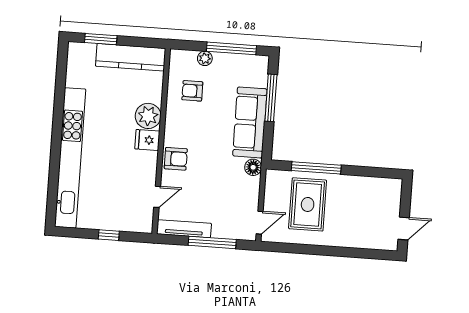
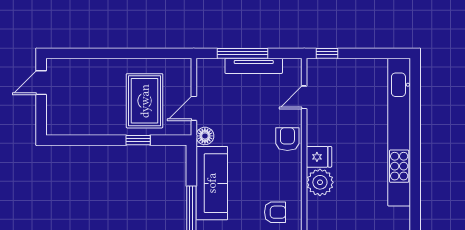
armchair: (176, 159) -> (287, 139), turned 90
window: (316, 168) -> (138, 140), width x0.46
door: (260, 223) -> (194, 108), moved
tv unit: (184, 229) -> (254, 66), moved
window: (109, 235) -> (327, 53), moved

